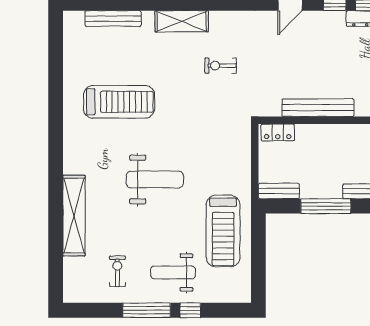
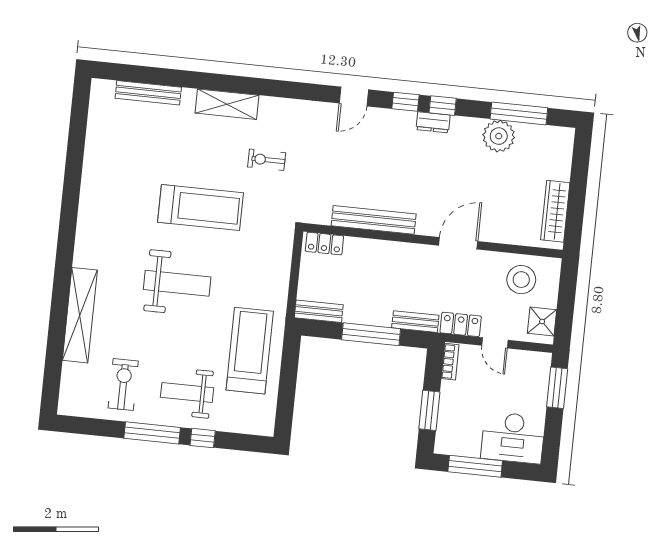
treadmill: (119, 102) -> (200, 207), moved
treadmill: (223, 231) -> (250, 351), turned 180
exercise bike: (117, 271) -> (123, 385), width x1.38, depth x1.39

